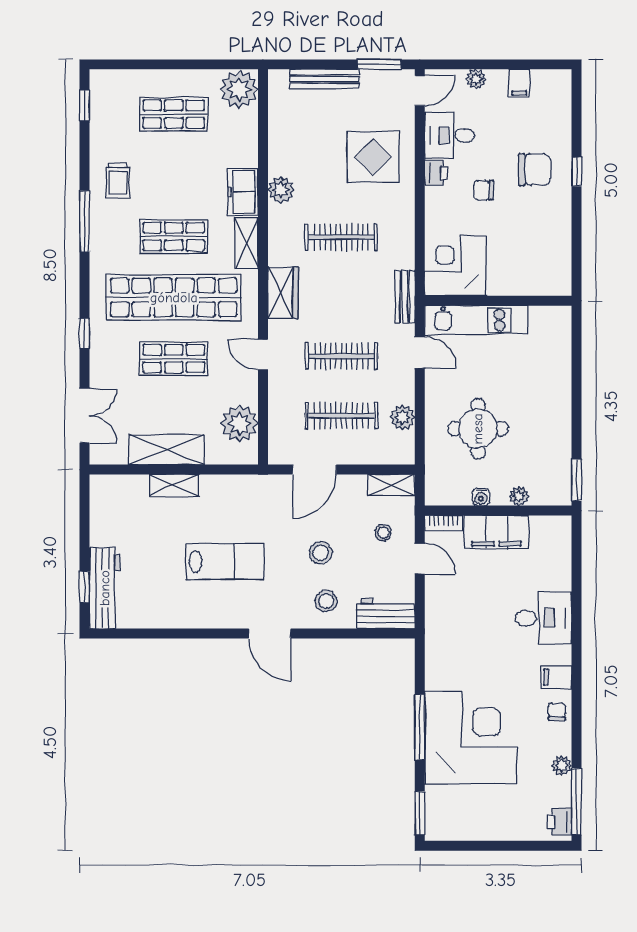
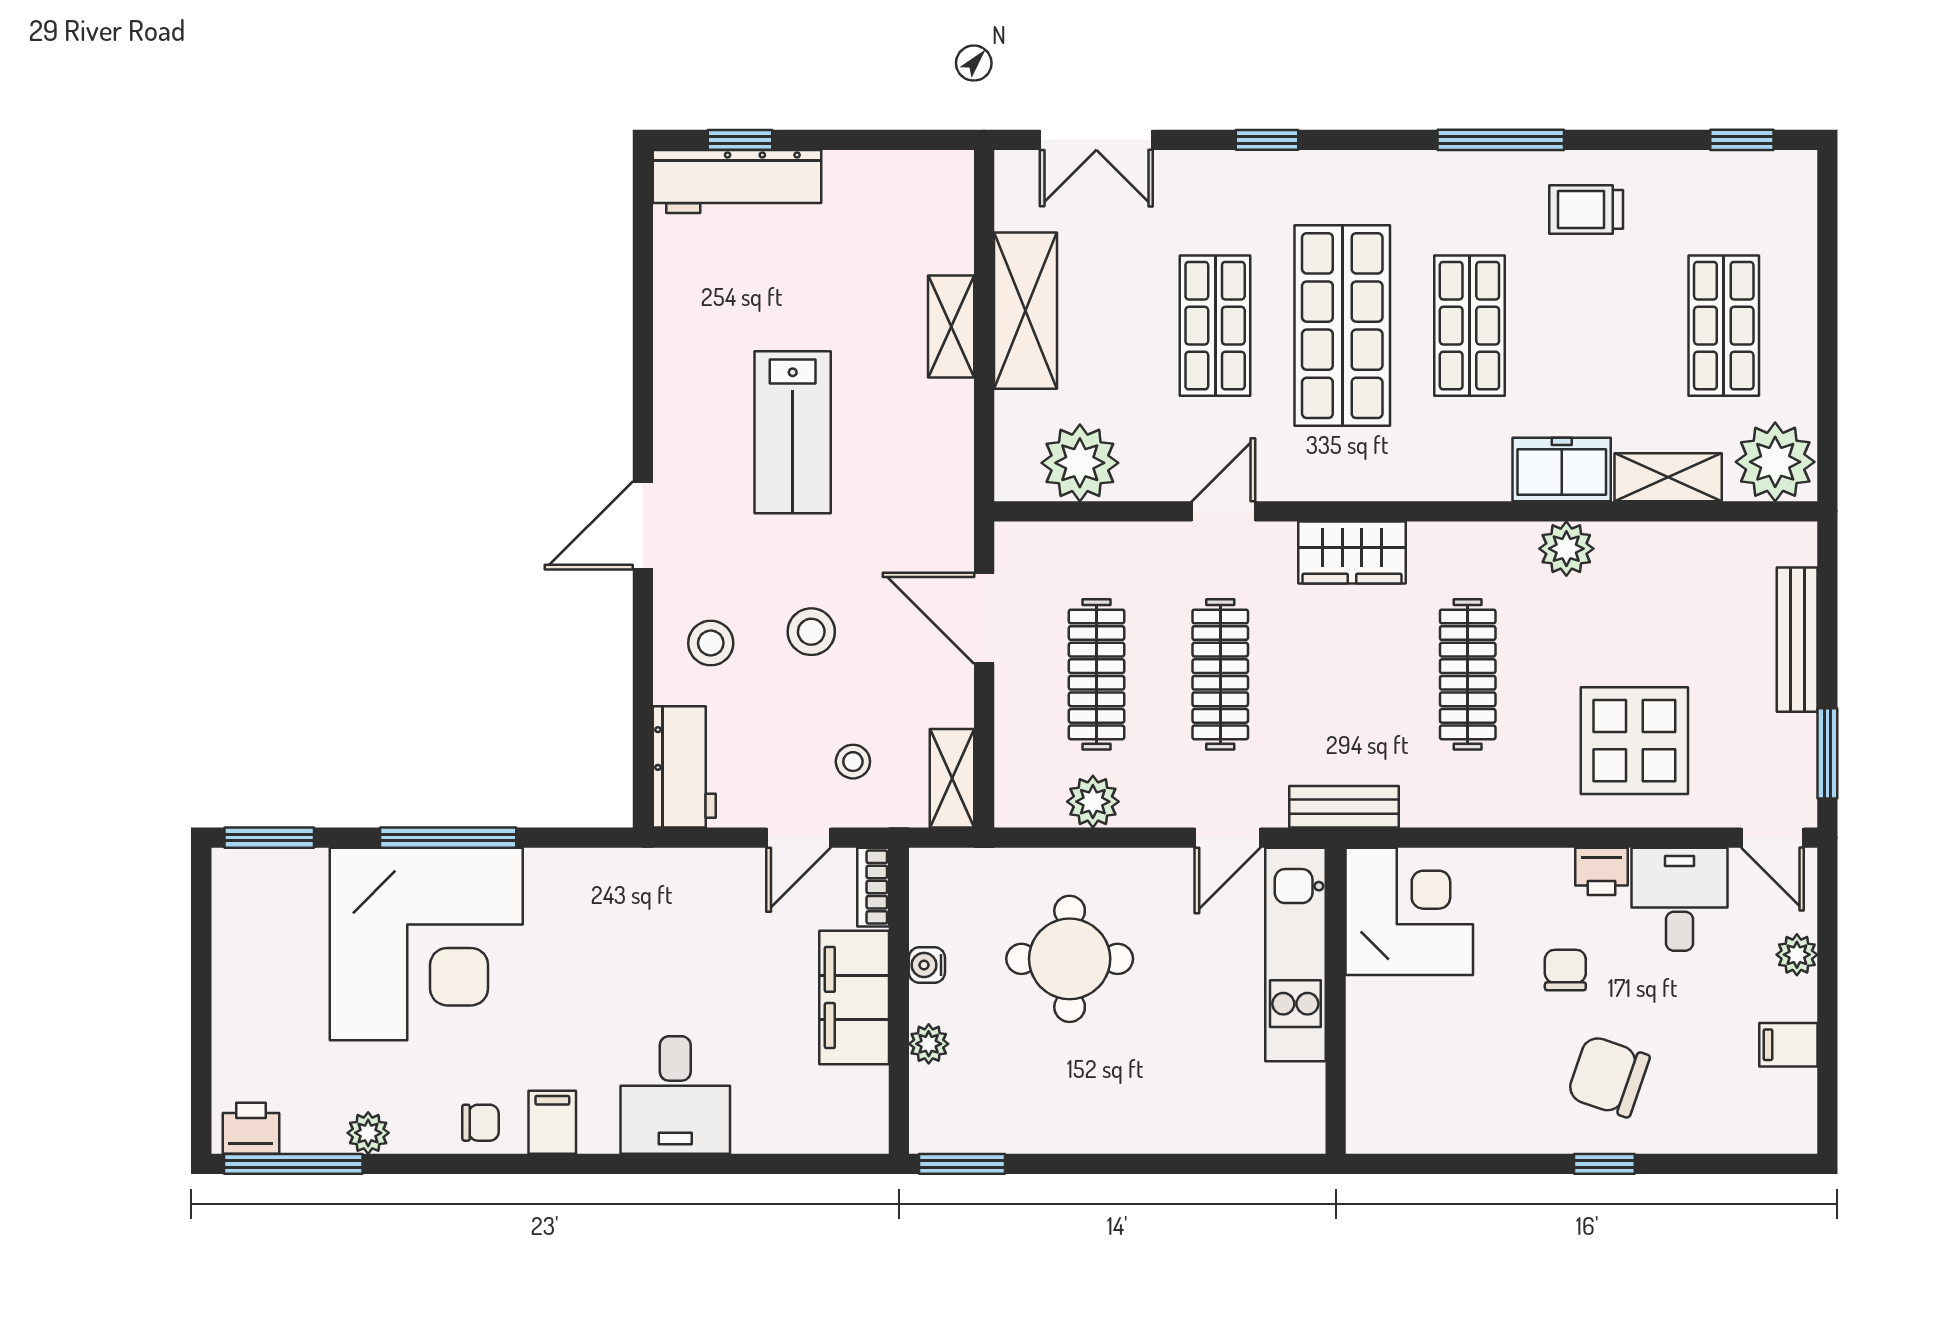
chair: (534, 170) -> (1608, 1076), turned 109
shelving: (247, 243) -> (1668, 477), moved
shop shelf: (174, 298) -> (1342, 326), width x0.71

